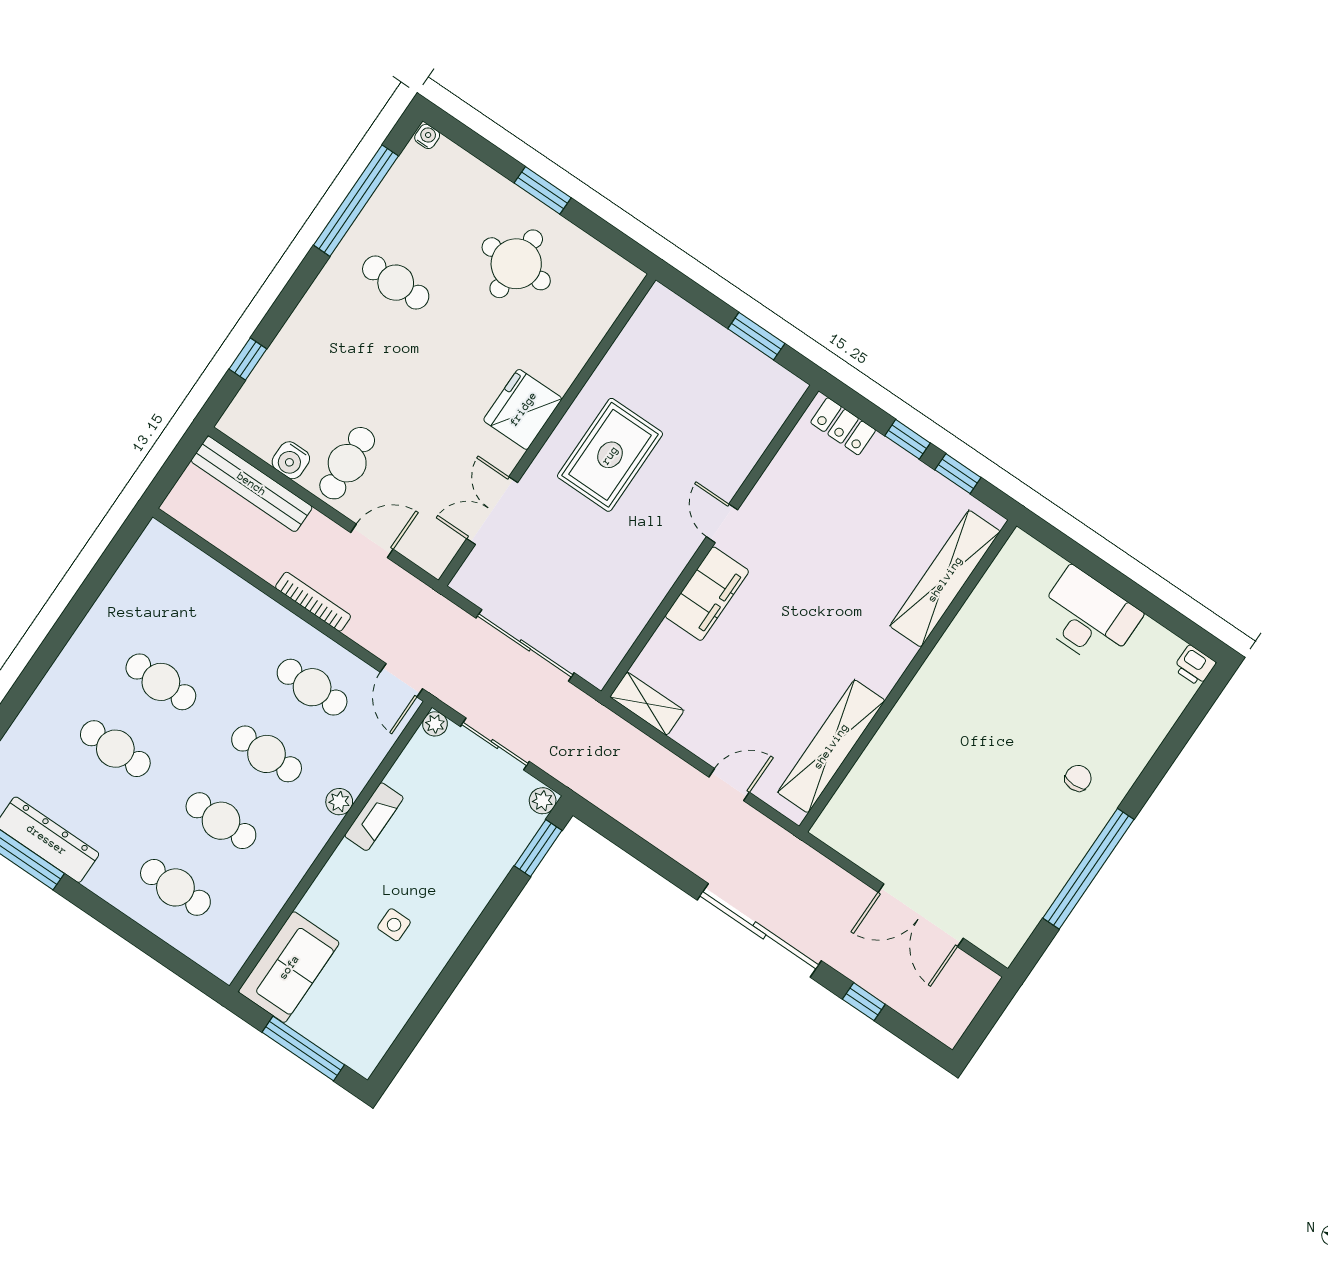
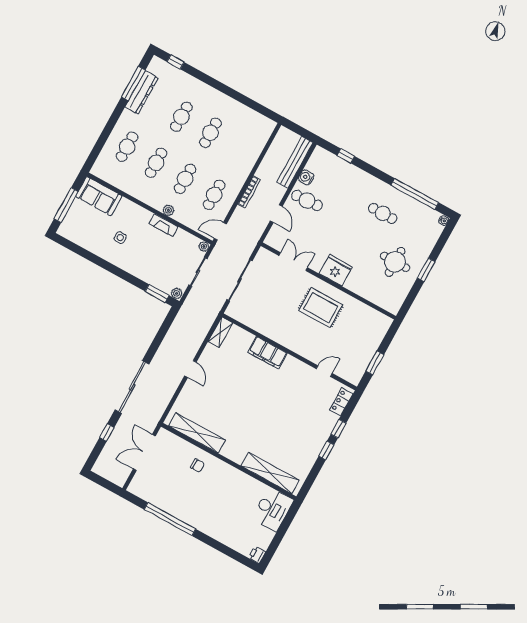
cafe table: (396, 283) -> (383, 213), turned 90
door: (722, 523) -> (324, 371), moved
shelving: (945, 579) -> (270, 473), moved
wall: (908, 676) -> (229, 462), moved
shelving: (831, 746) -> (197, 433), moved
chair: (1078, 778) -> (197, 466), moved

